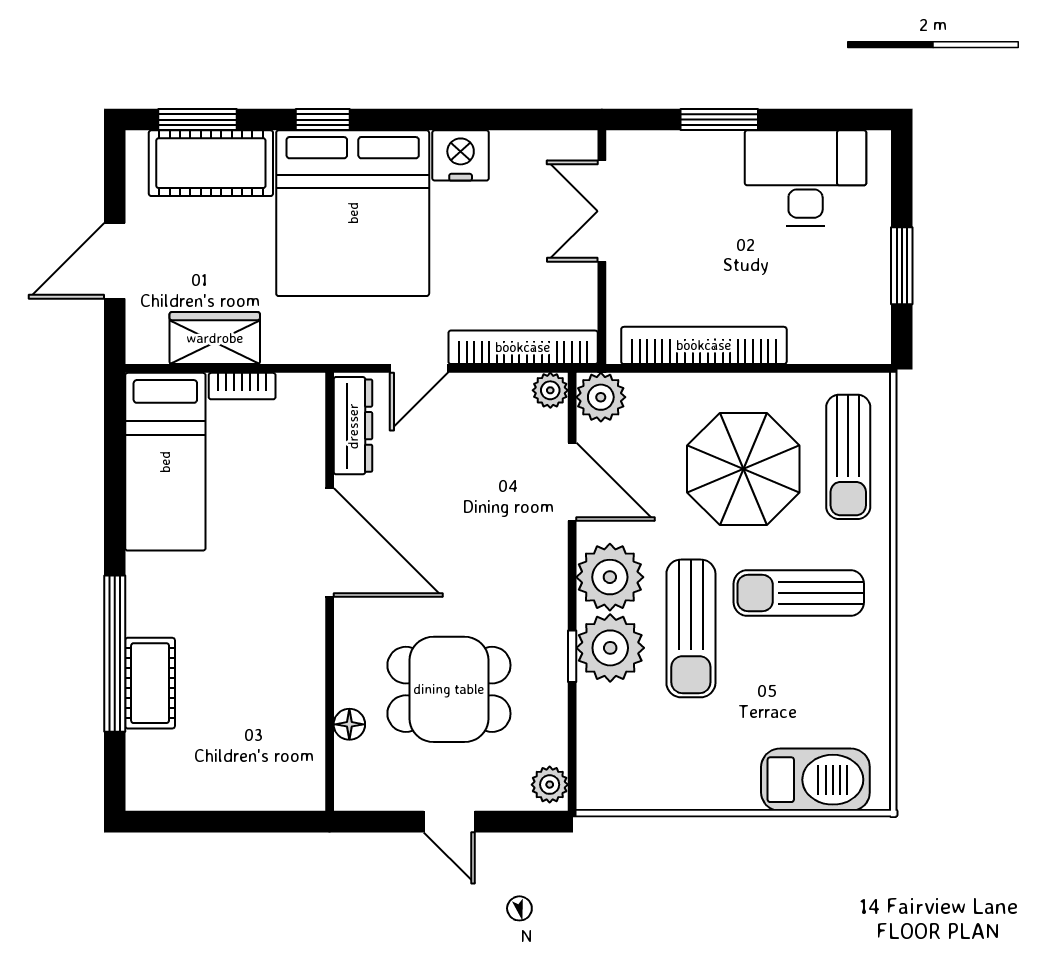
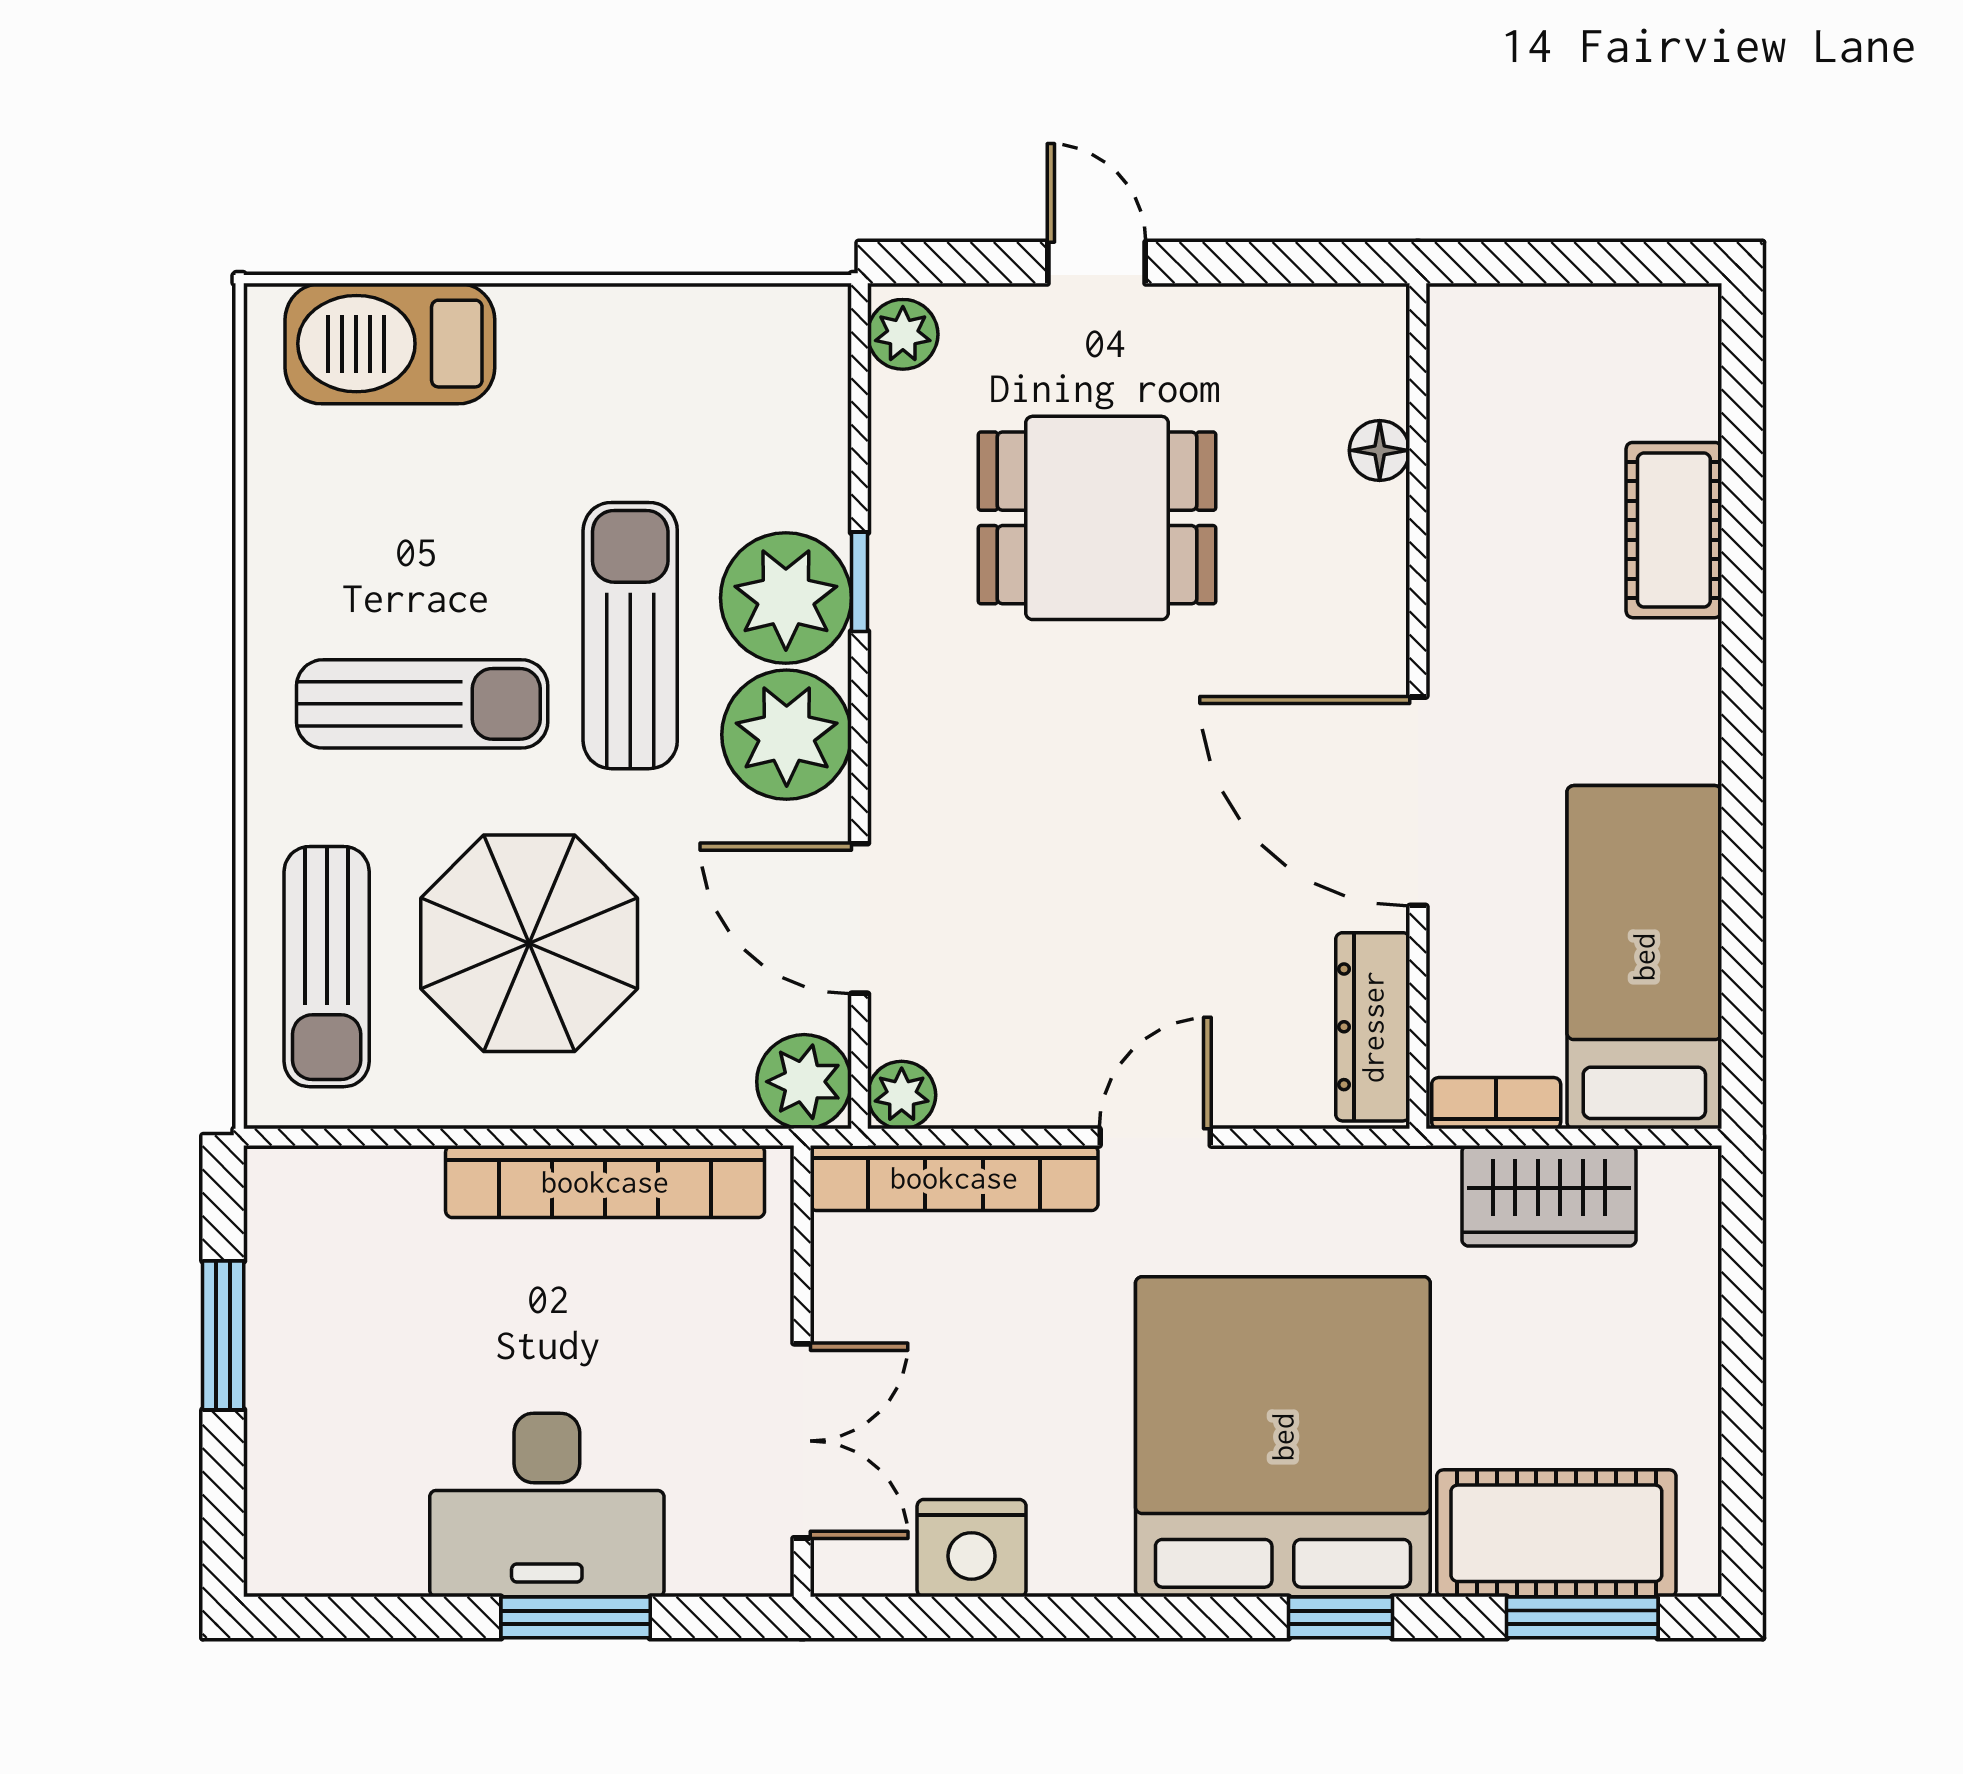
nightstand: (461, 155) -> (972, 1548), moved
desk: (806, 178) -> (547, 1505), moved
door: (115, 261) -> (1742, 1345), removed
dresser: (353, 426) -> (1373, 1027), moved
sun lounger: (848, 457) -> (327, 967), turned 180
door: (330, 543) -> (1418, 801), moved
wall: (330, 592) -> (1418, 706), moved
window: (115, 654) -> (1742, 587), removed
floor lamp: (349, 724) -> (1380, 450), moved

